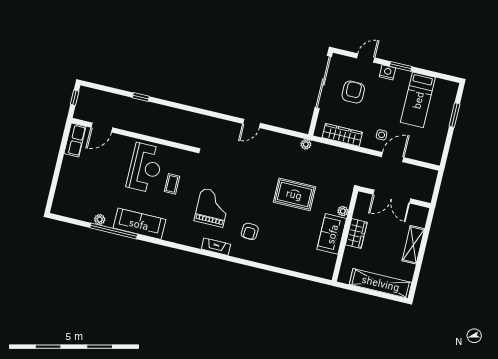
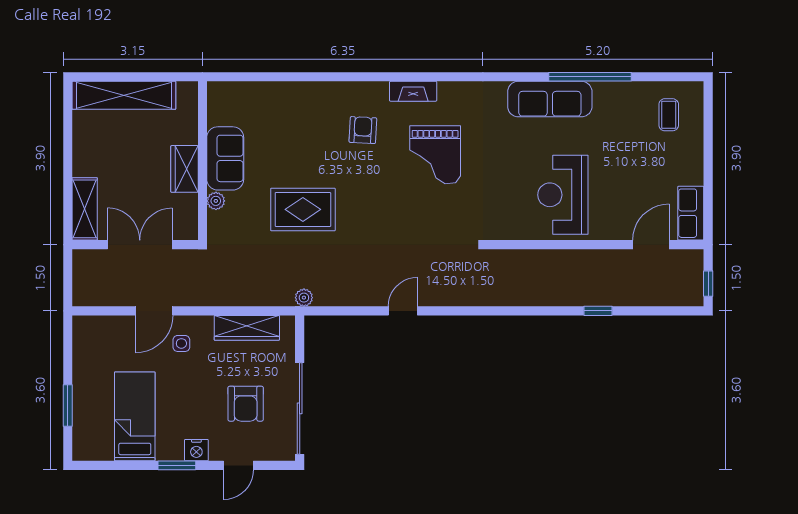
coffee table: (172, 184) -> (669, 115), moved
plant: (100, 219) -> (618, 90), removed
shelving: (413, 245) -> (85, 209), moved

